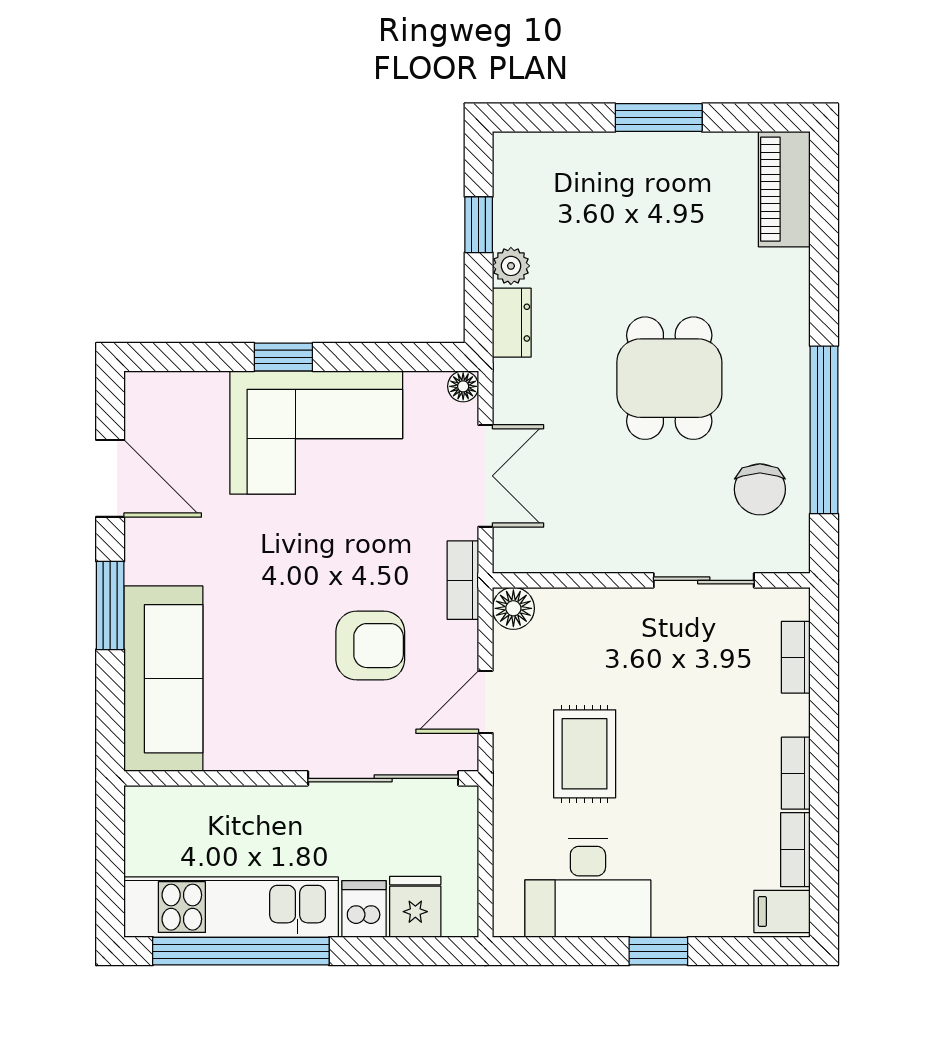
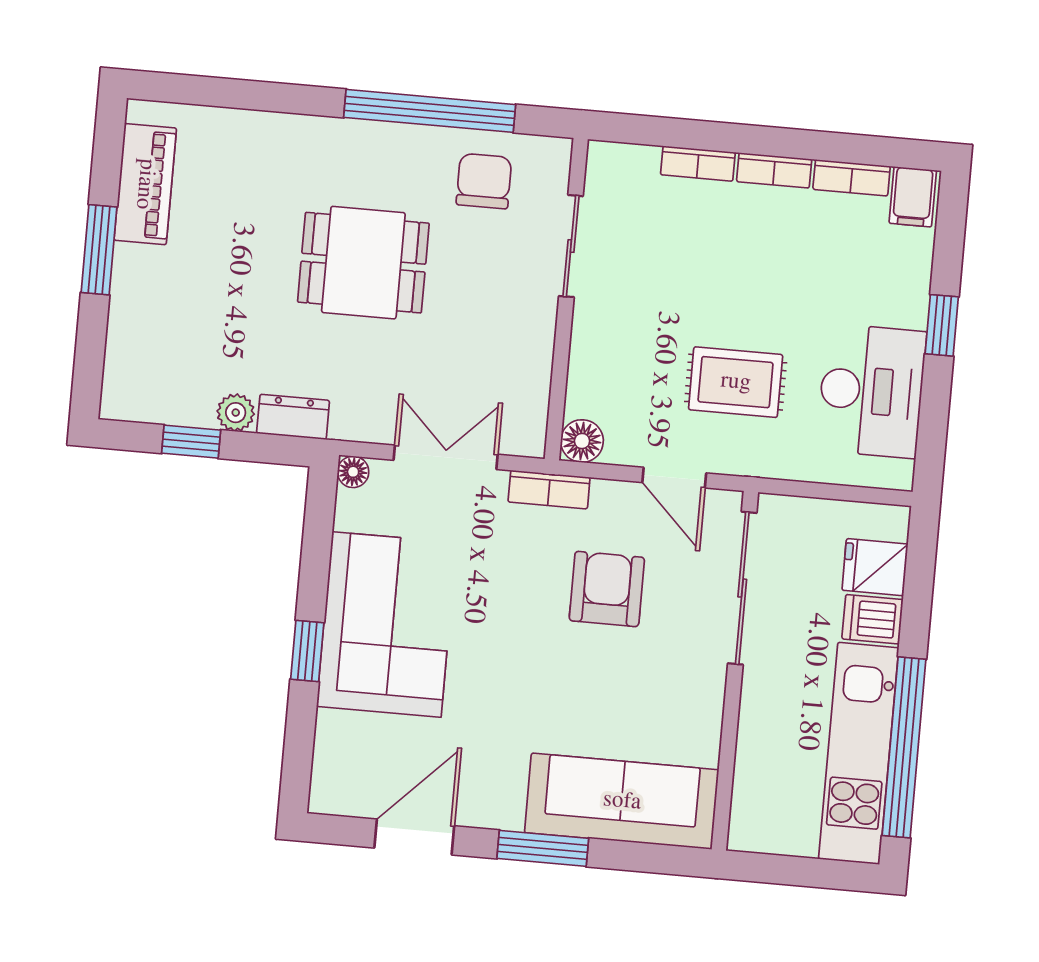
piano: (784, 189) -> (145, 184), moved, turned -90
chair: (760, 489) -> (484, 181), turned -90
bookcase: (796, 657) -> (698, 164), moved

